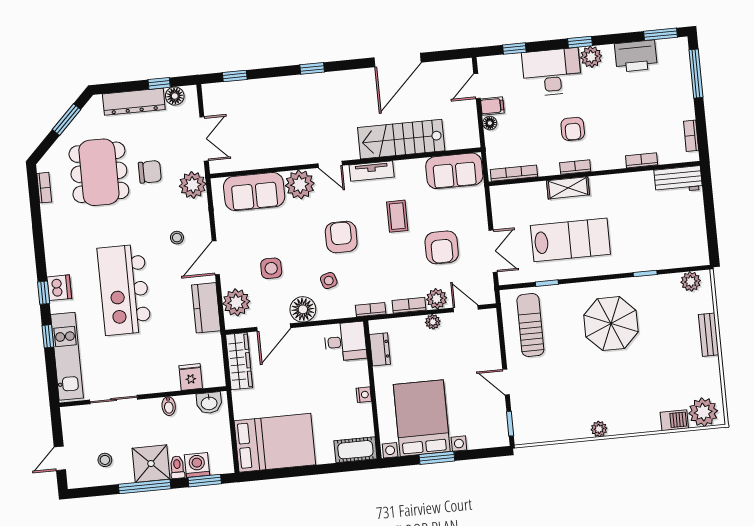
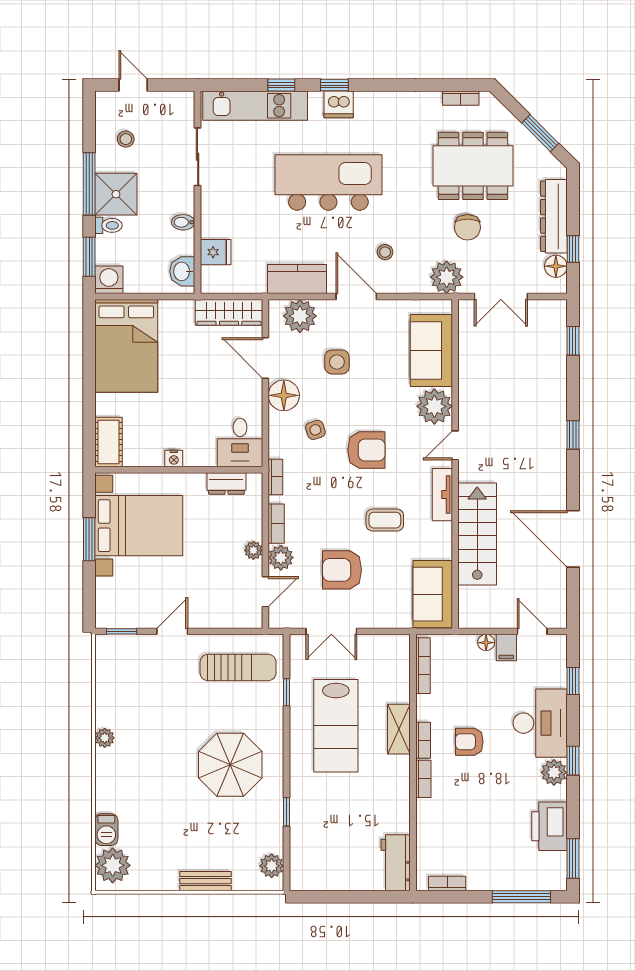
bookcase: (642, 160) -> (423, 779), moved
washing machine: (197, 465) -> (109, 280), moved, turned -90

